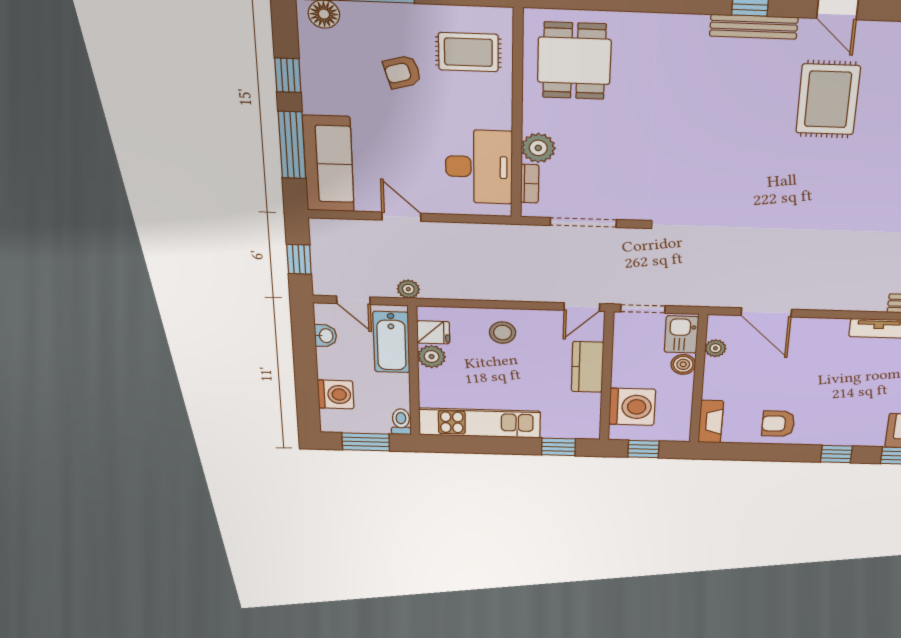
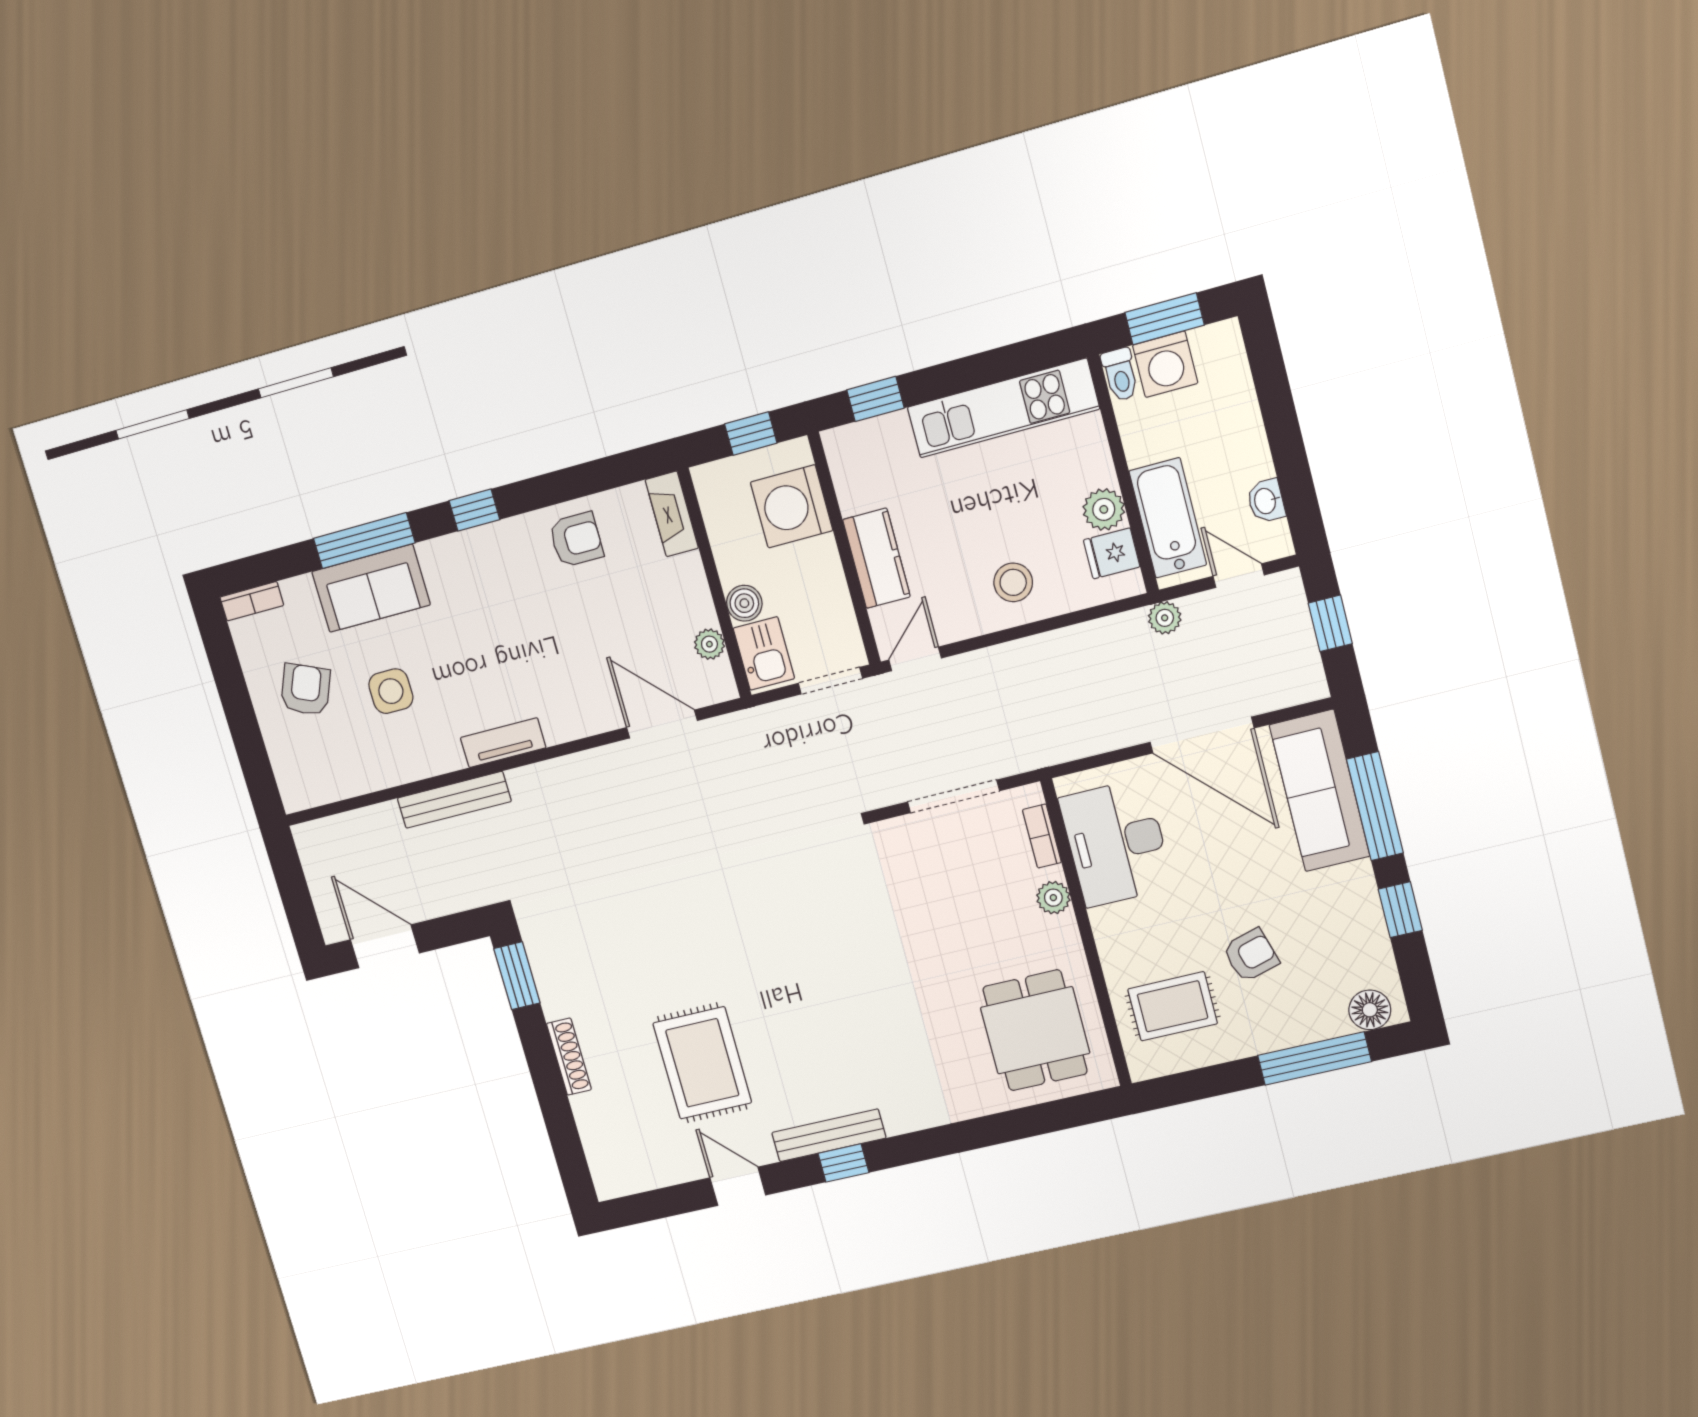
plant: (538, 148) -> (1053, 898), width x0.73, depth x0.73
door: (401, 217) -> (1202, 735), width x1.88
washing machine: (336, 394) -> (1165, 364), moved, turned -90

